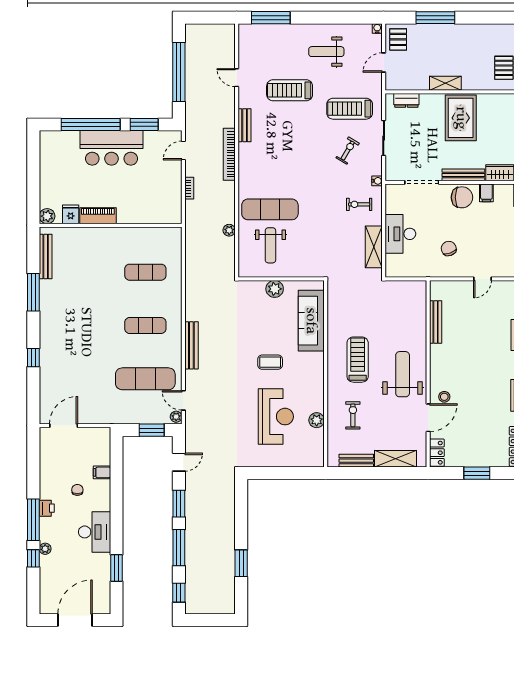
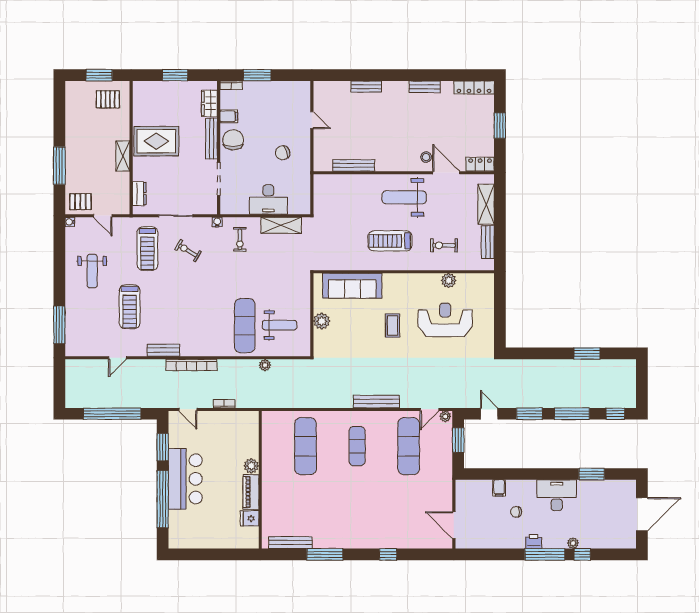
plant: (47, 216) -> (251, 466), moved
exercise mat: (145, 272) -> (305, 446), width x1.36, depth x1.45
door: (75, 620) -> (642, 514), swing flipped

